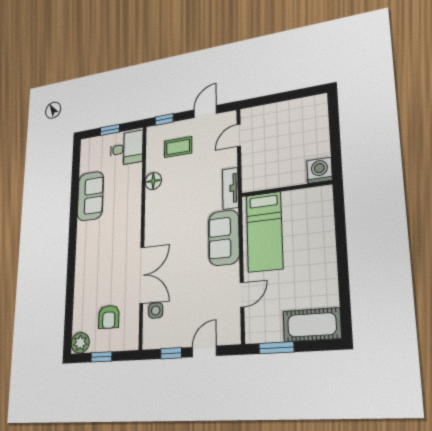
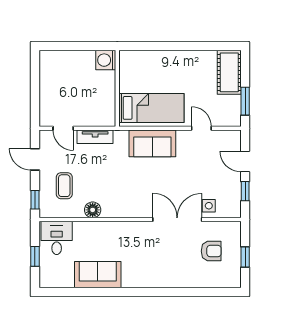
tv unit: (230, 188) -> (95, 137), moved
plant: (80, 343) -> (232, 279), removed

